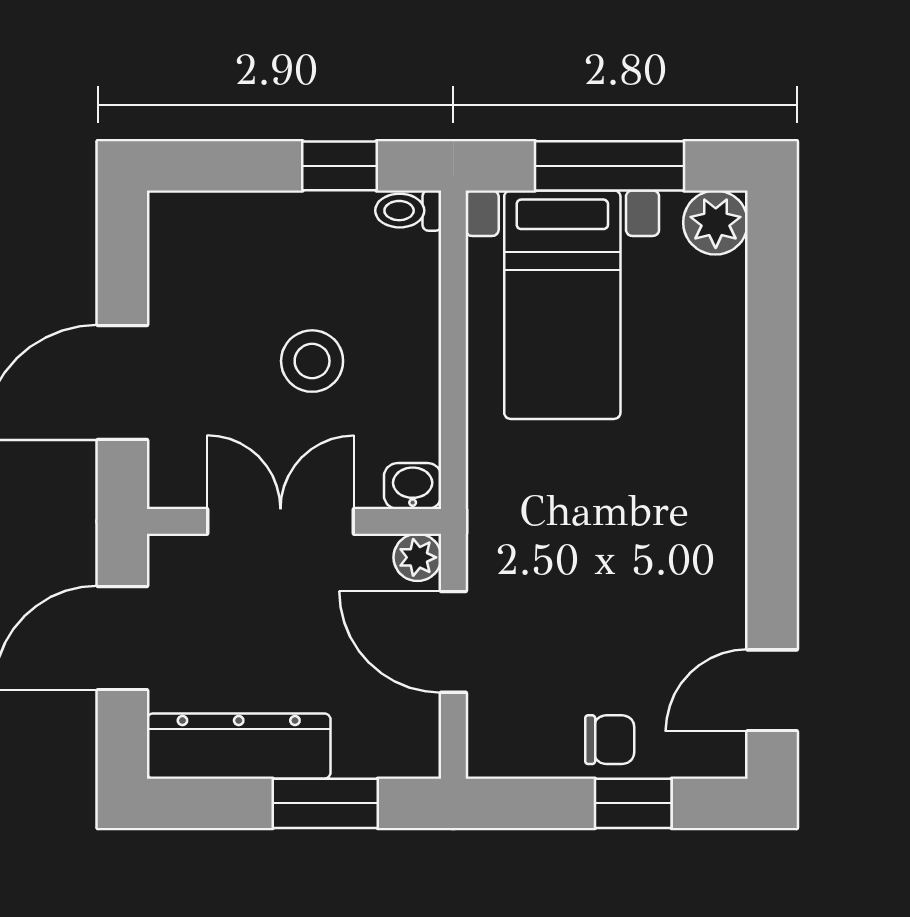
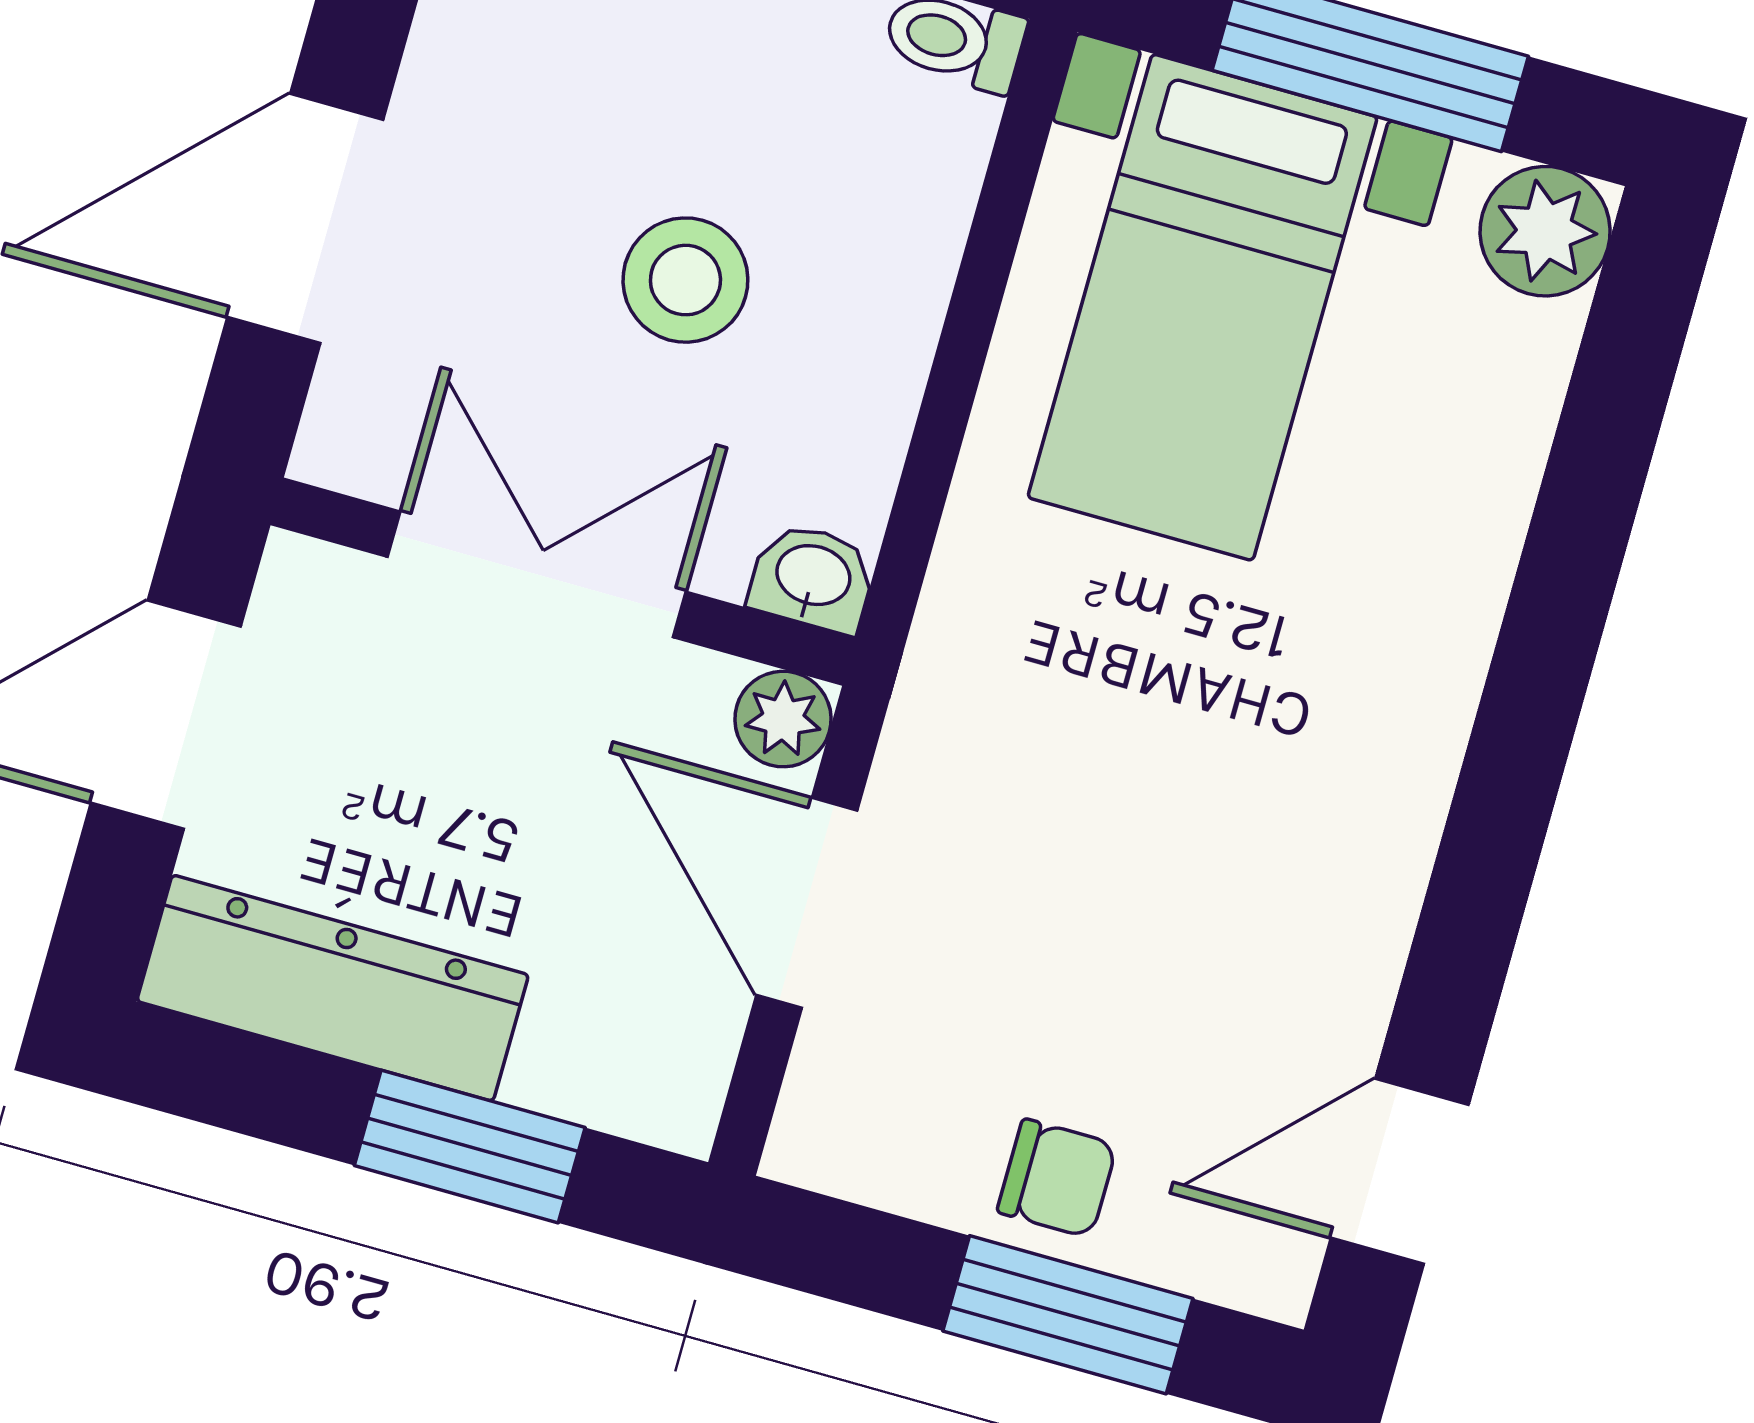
window: (633, 803) -> (1068, 1315), width x1.50

